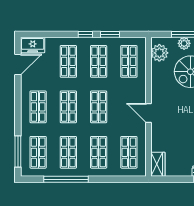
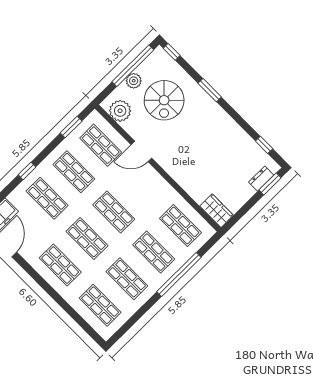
window: (85, 34) -> (27, 171), moved
window: (110, 34) -> (71, 127), moved
door: (149, 113) -> (141, 151), moved
window: (18, 152) -> (82, 322), removed
window: (66, 179) -> (179, 274), moved

